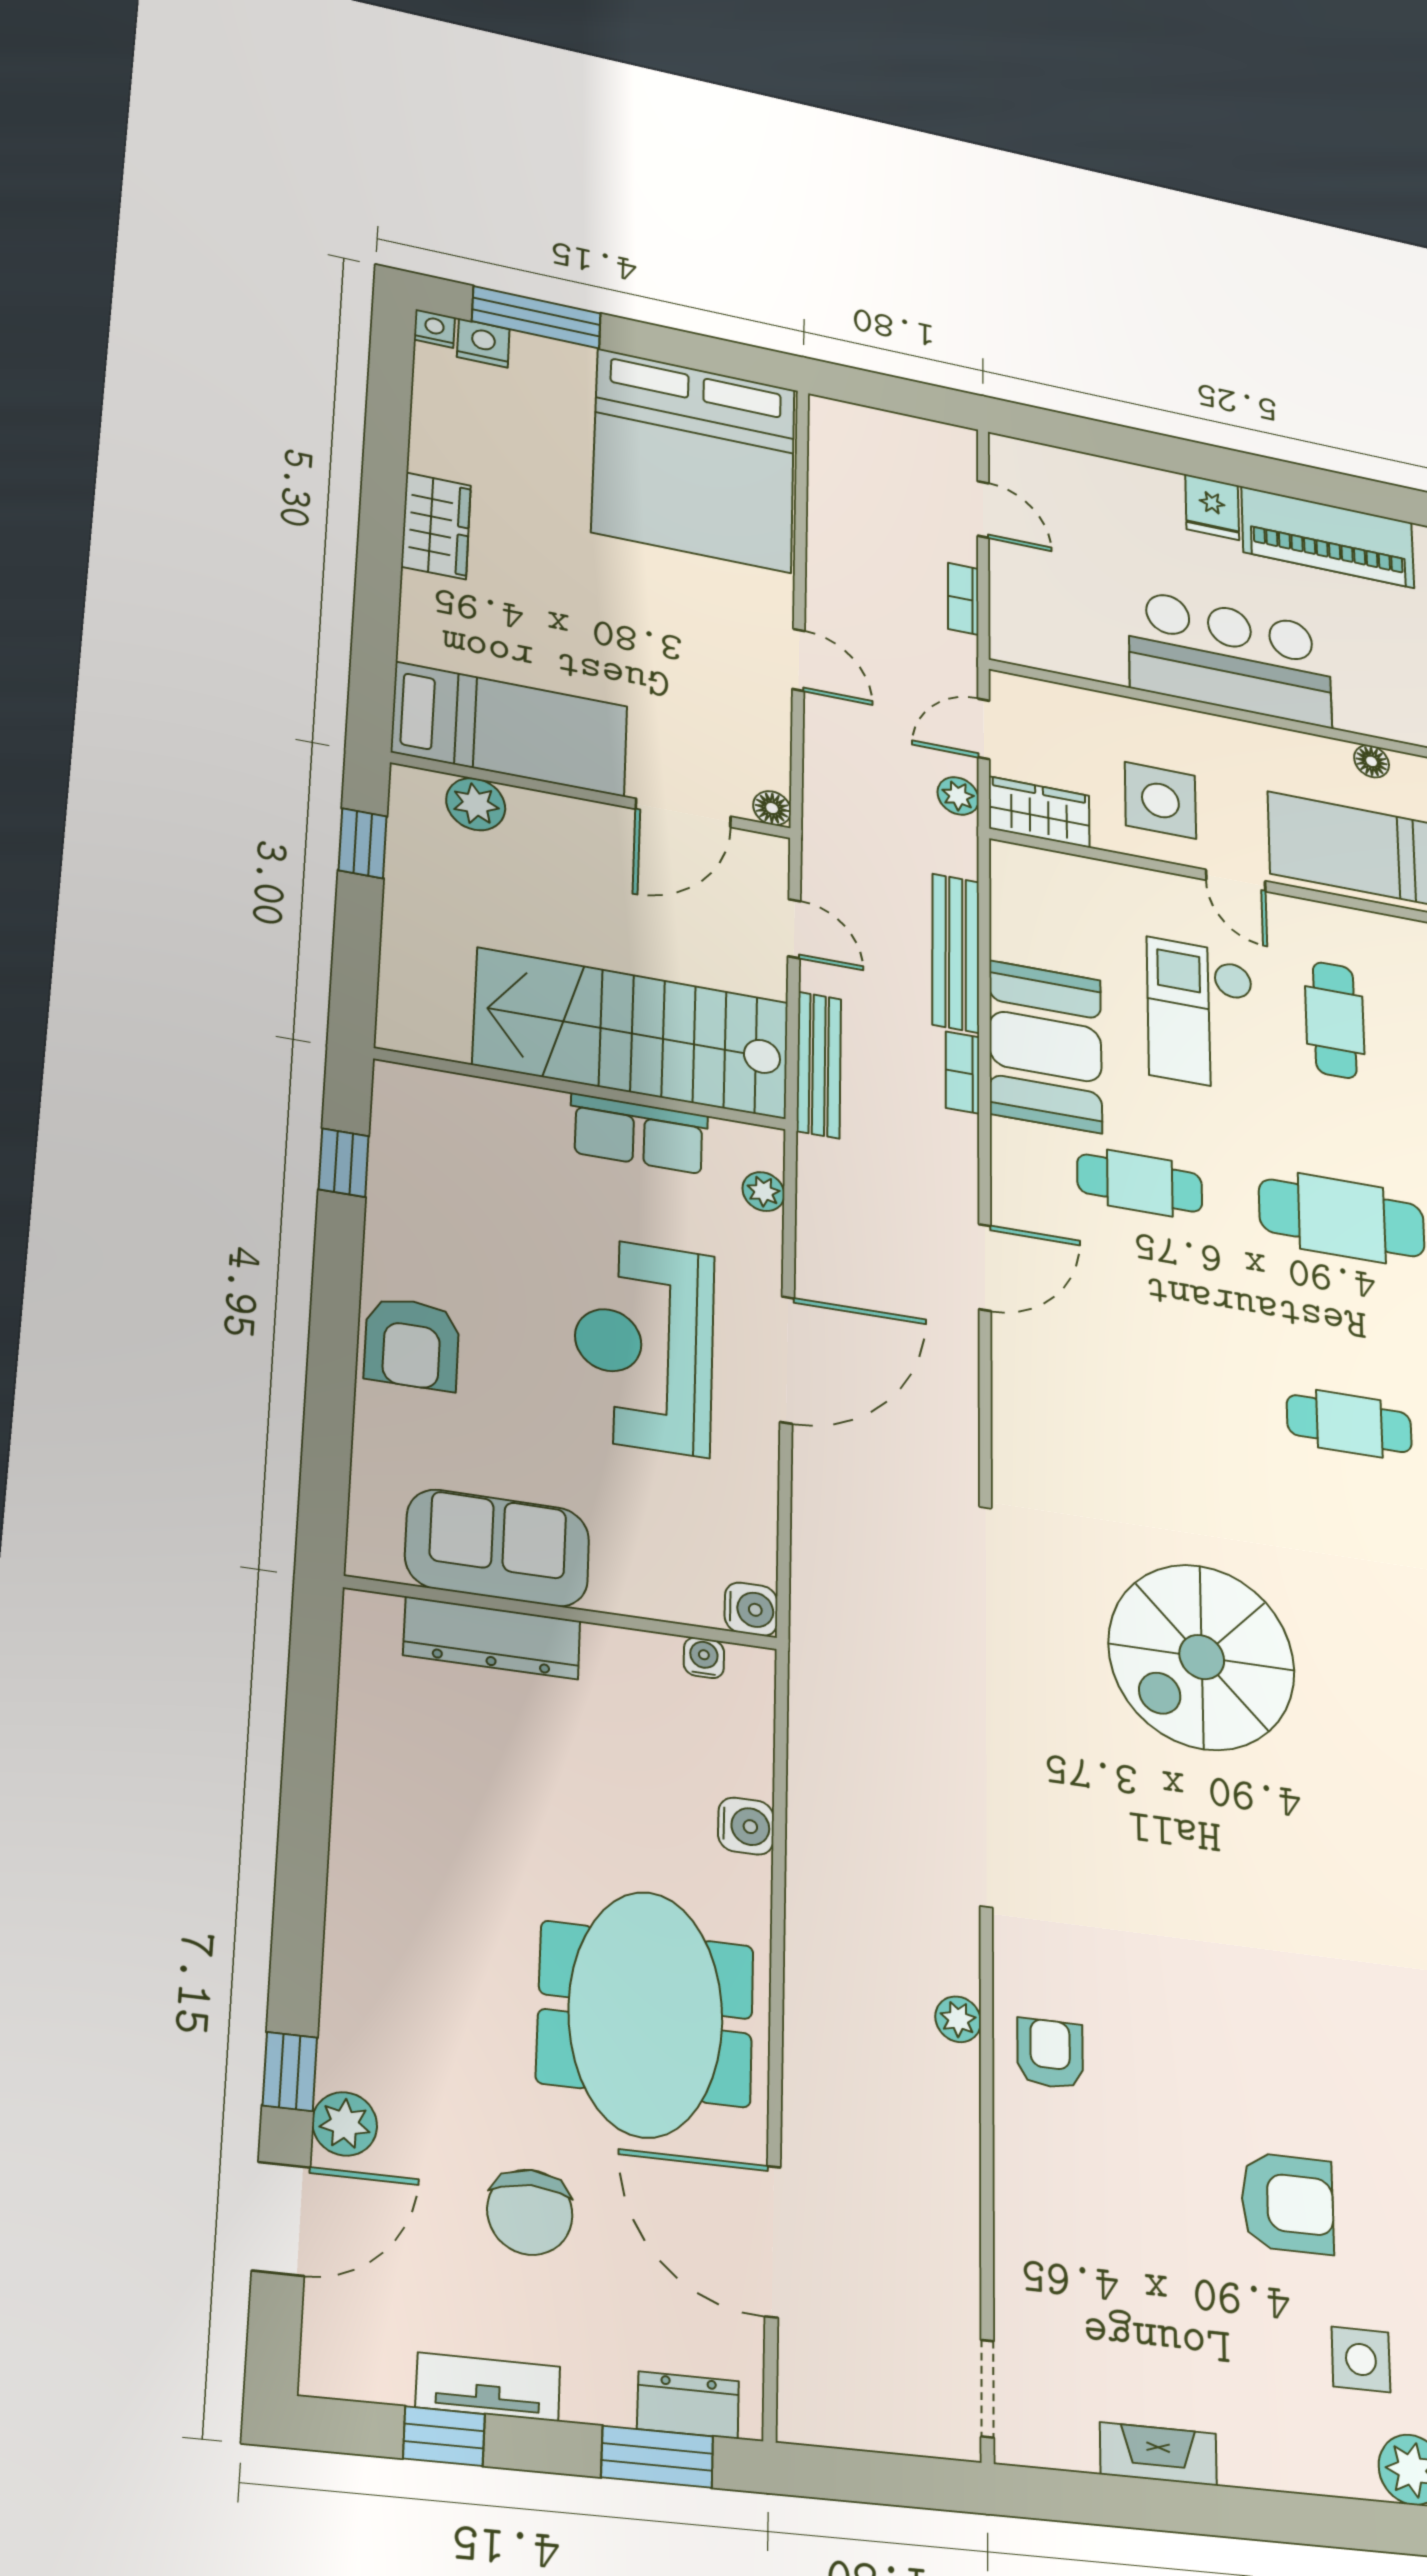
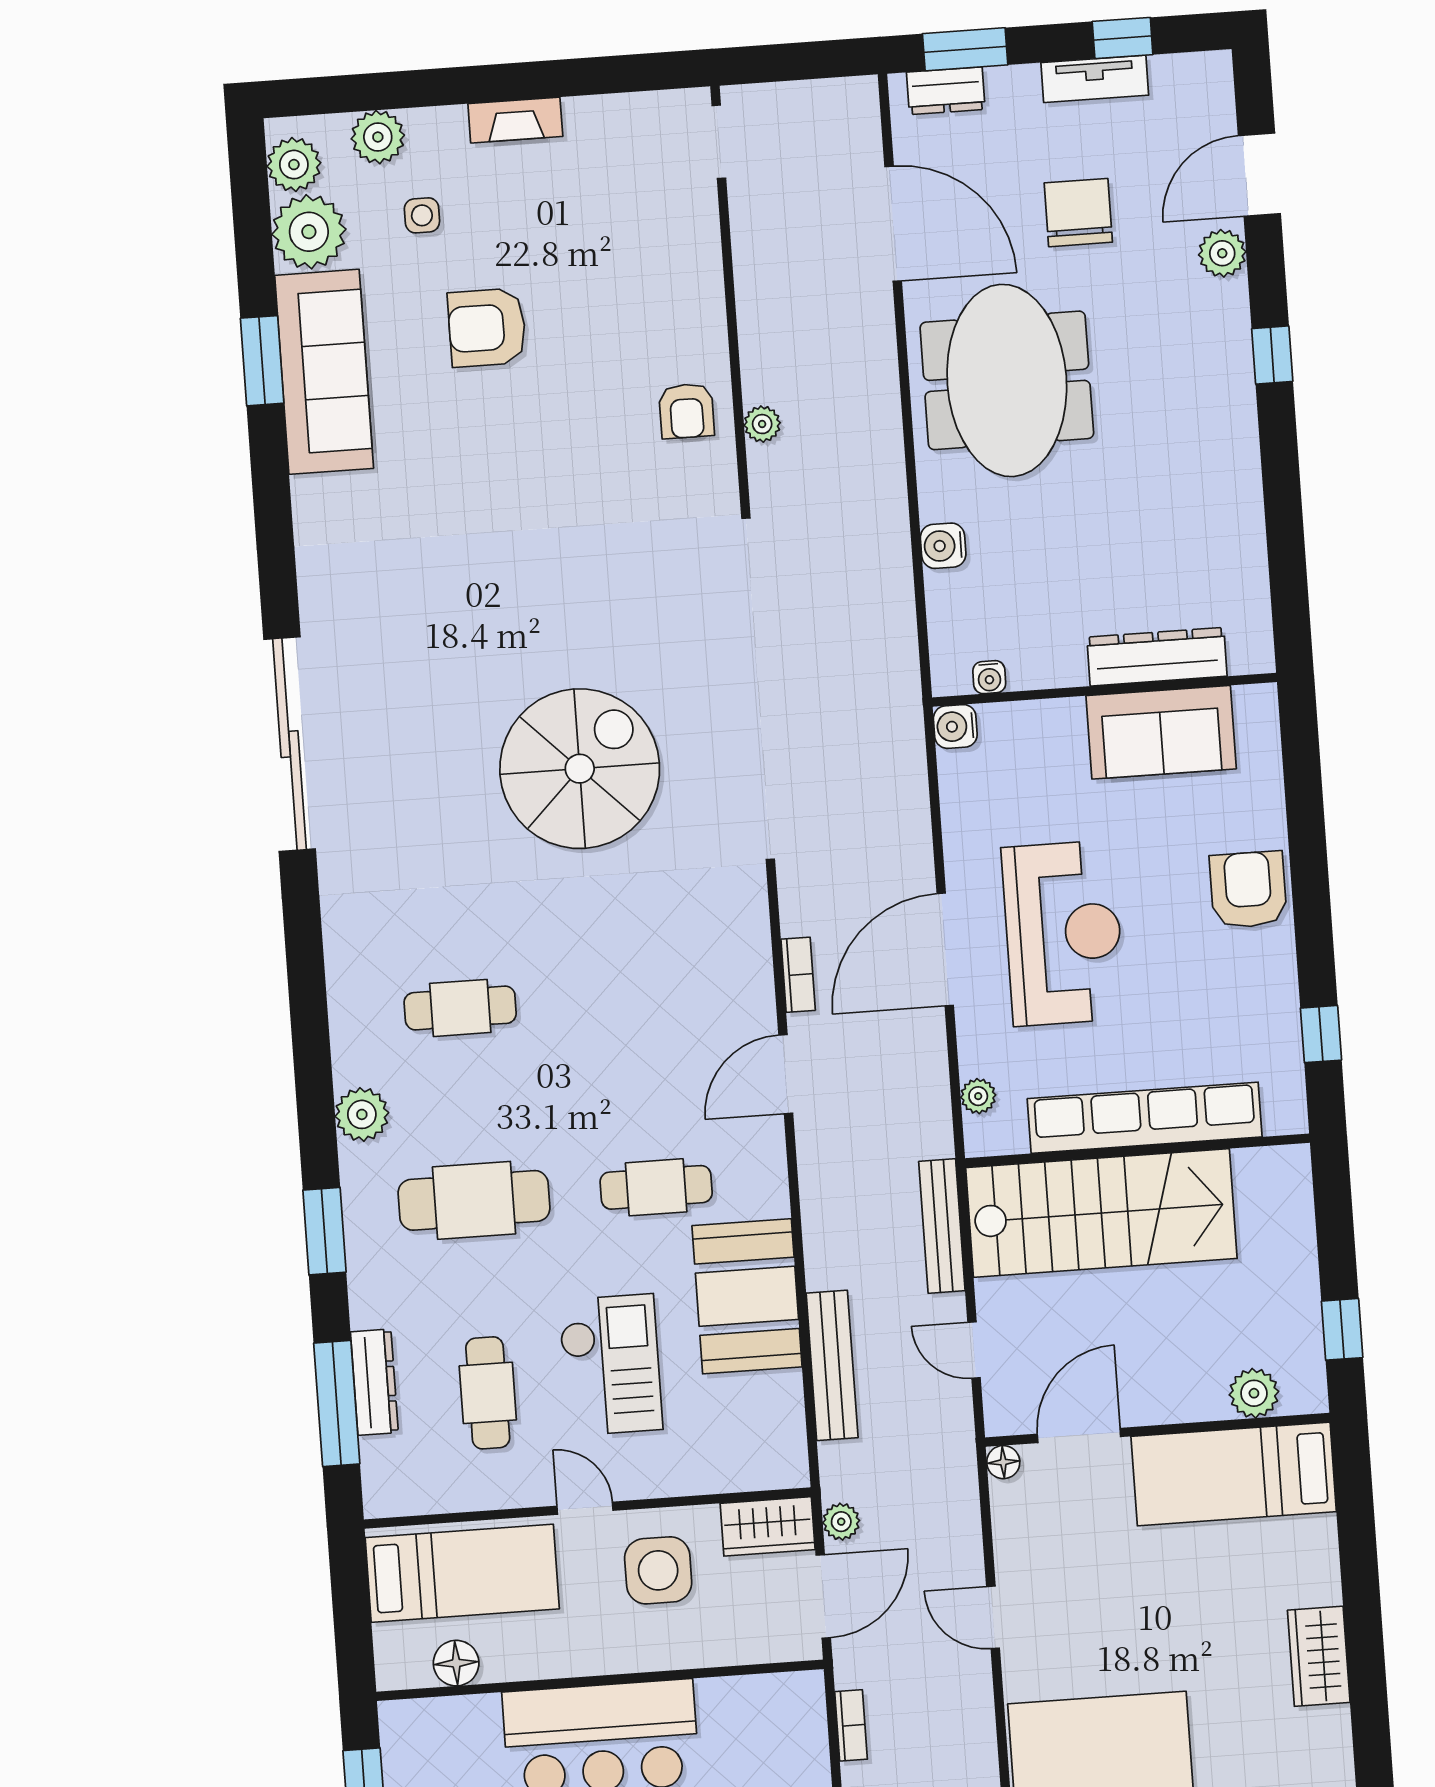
door: (984, 729) -> (823, 1596), width x1.38
floor lamp: (1372, 761) -> (456, 1663), width x1.37, depth x1.37
bookcase: (963, 1072) -> (798, 975), moved
row of seats: (639, 1134) -> (1145, 1118), width x2.02
window: (290, 2072) -> (1272, 355), moved
side table: (1361, 2359) -> (422, 215), width x0.73, depth x0.73
fireplace: (1158, 2454) -> (515, 120), moved

